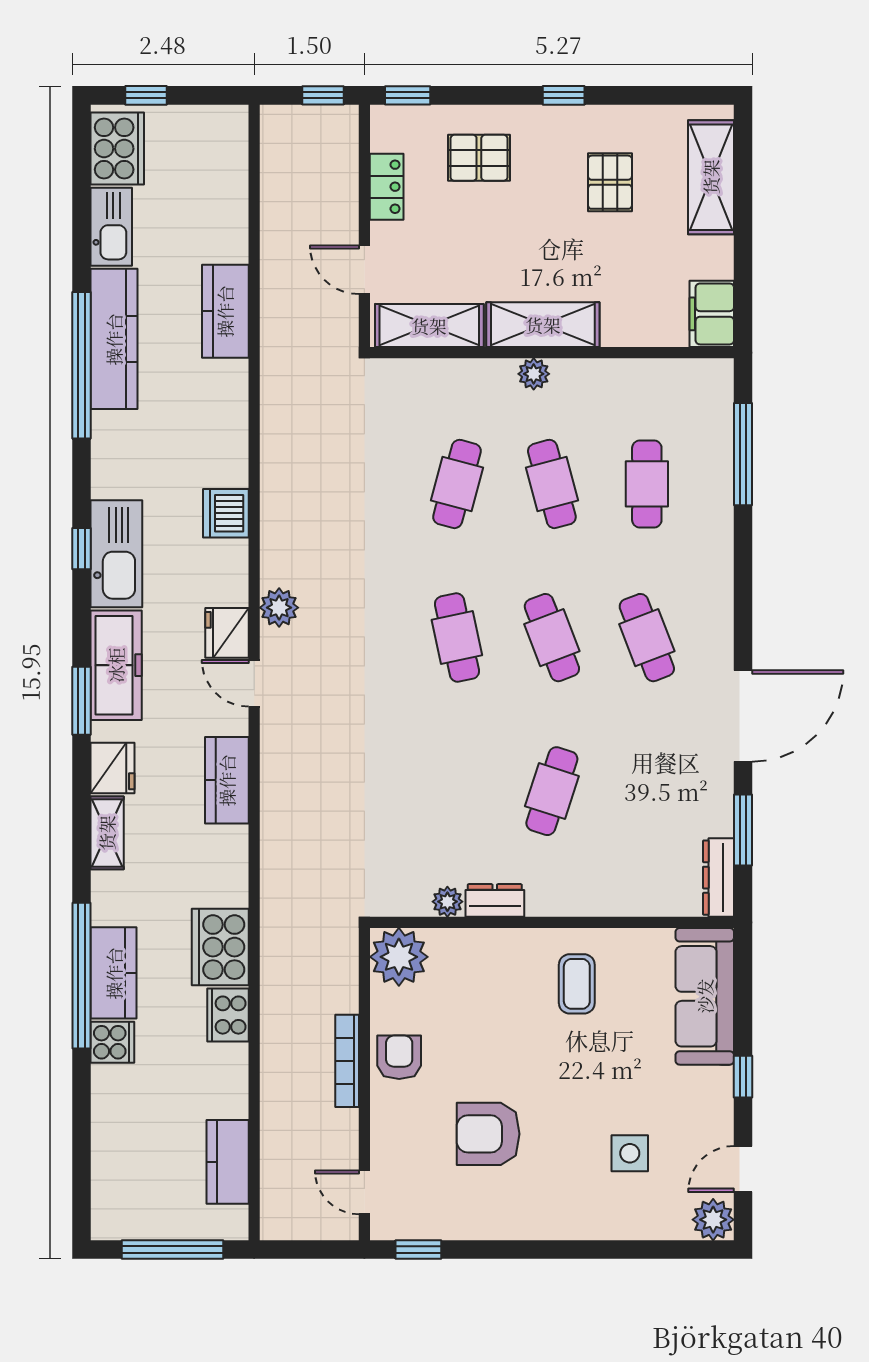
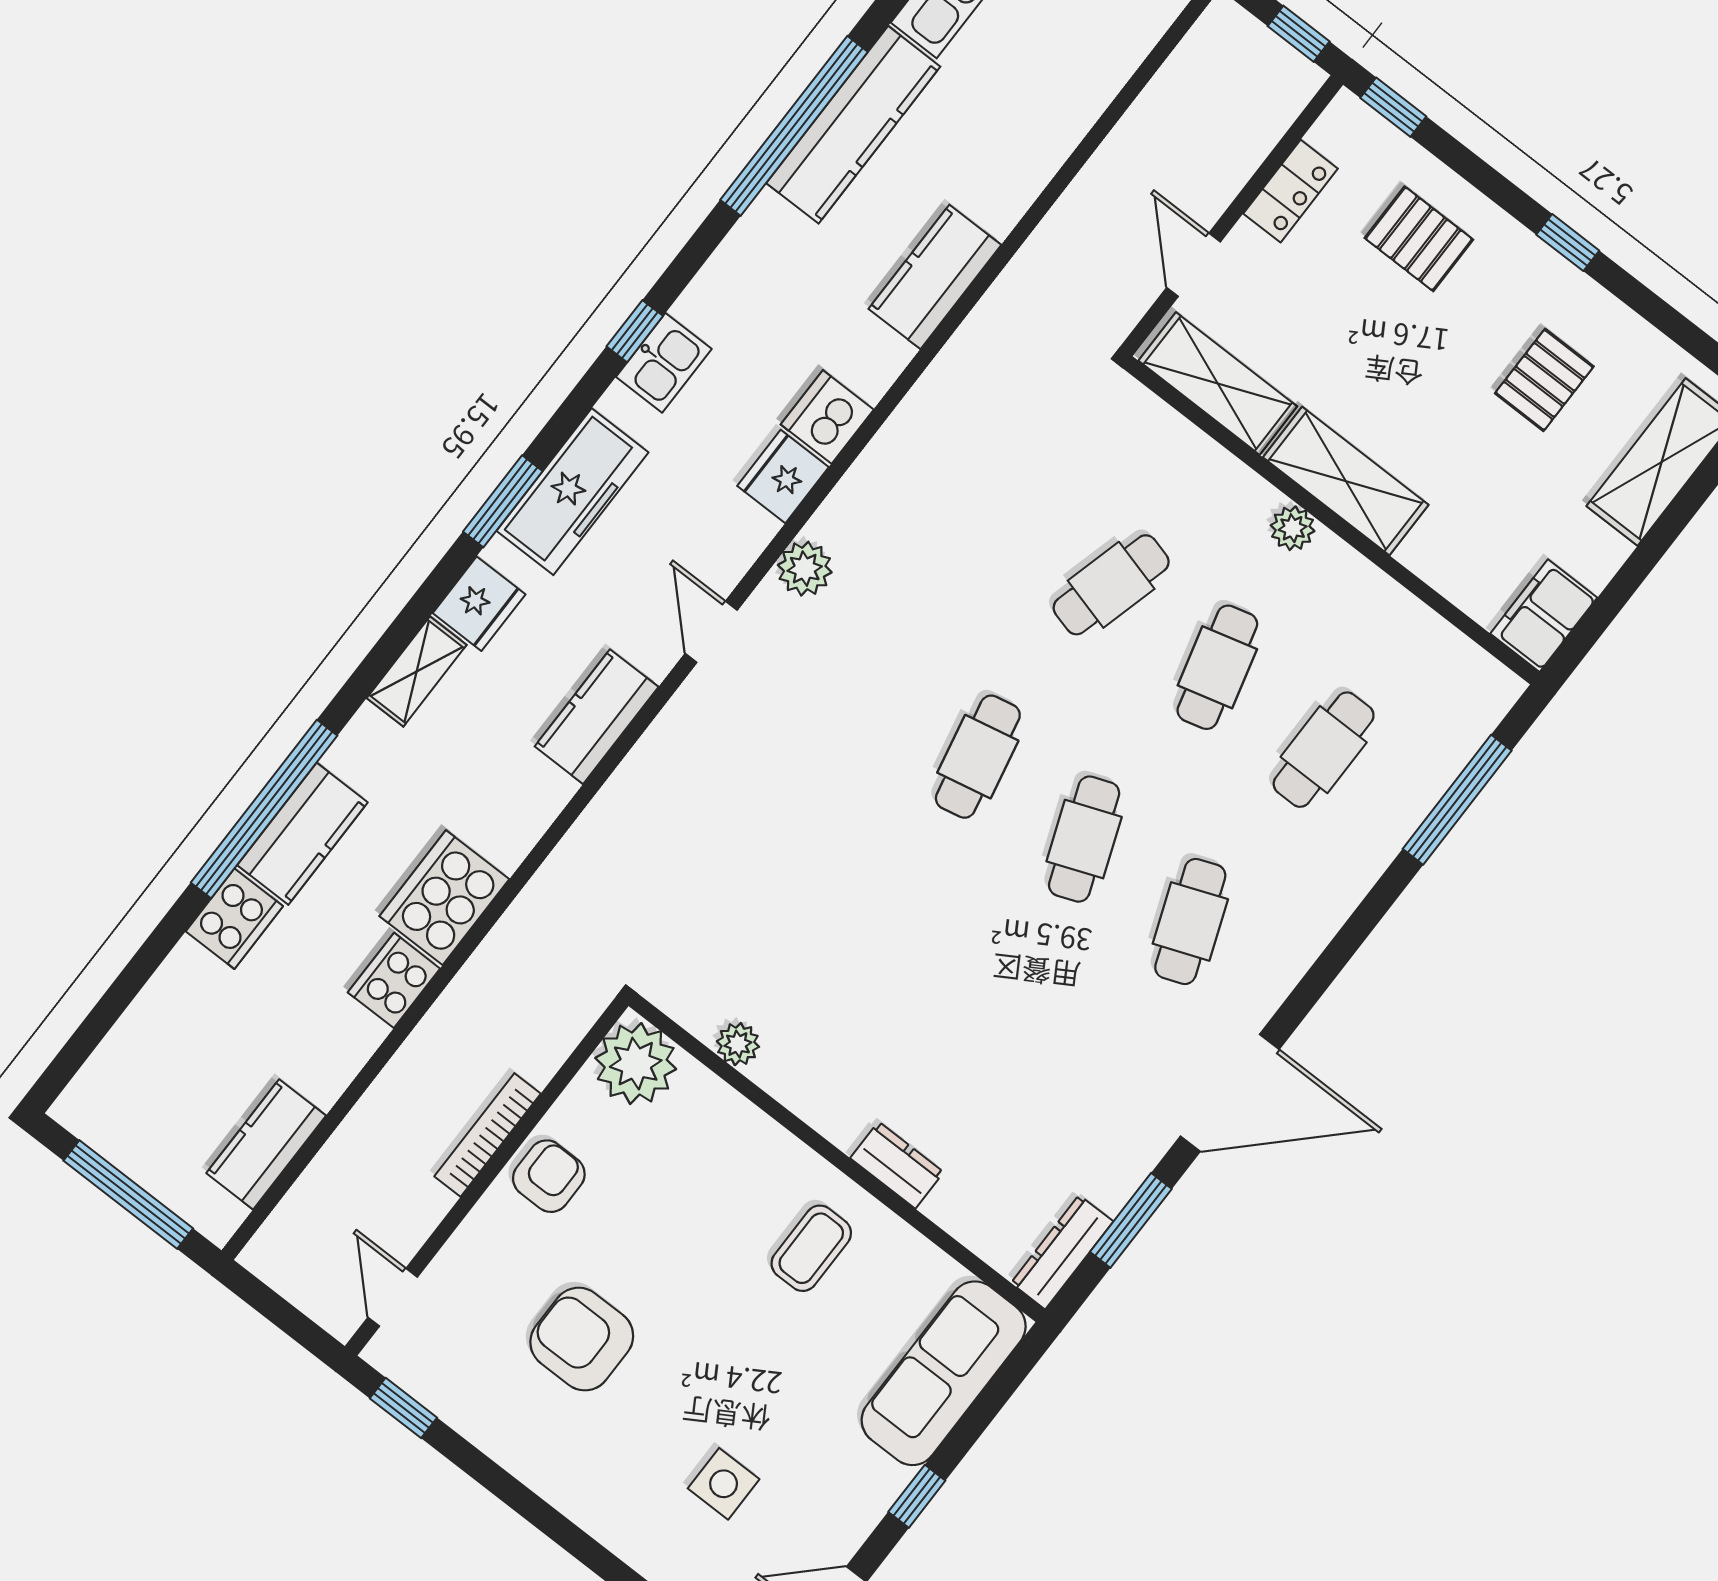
kitchen counter: (225, 311) -> (935, 277), moved
kitchen sink: (116, 554) -> (664, 363), width x0.53, depth x0.81
fridge: (227, 633) -> (783, 477), moved
cafe table: (552, 791) -> (951, 1011), removed
dresser: (495, 900) -> (897, 1165), moved
cooker: (112, 1042) -> (234, 919), width x1.36

